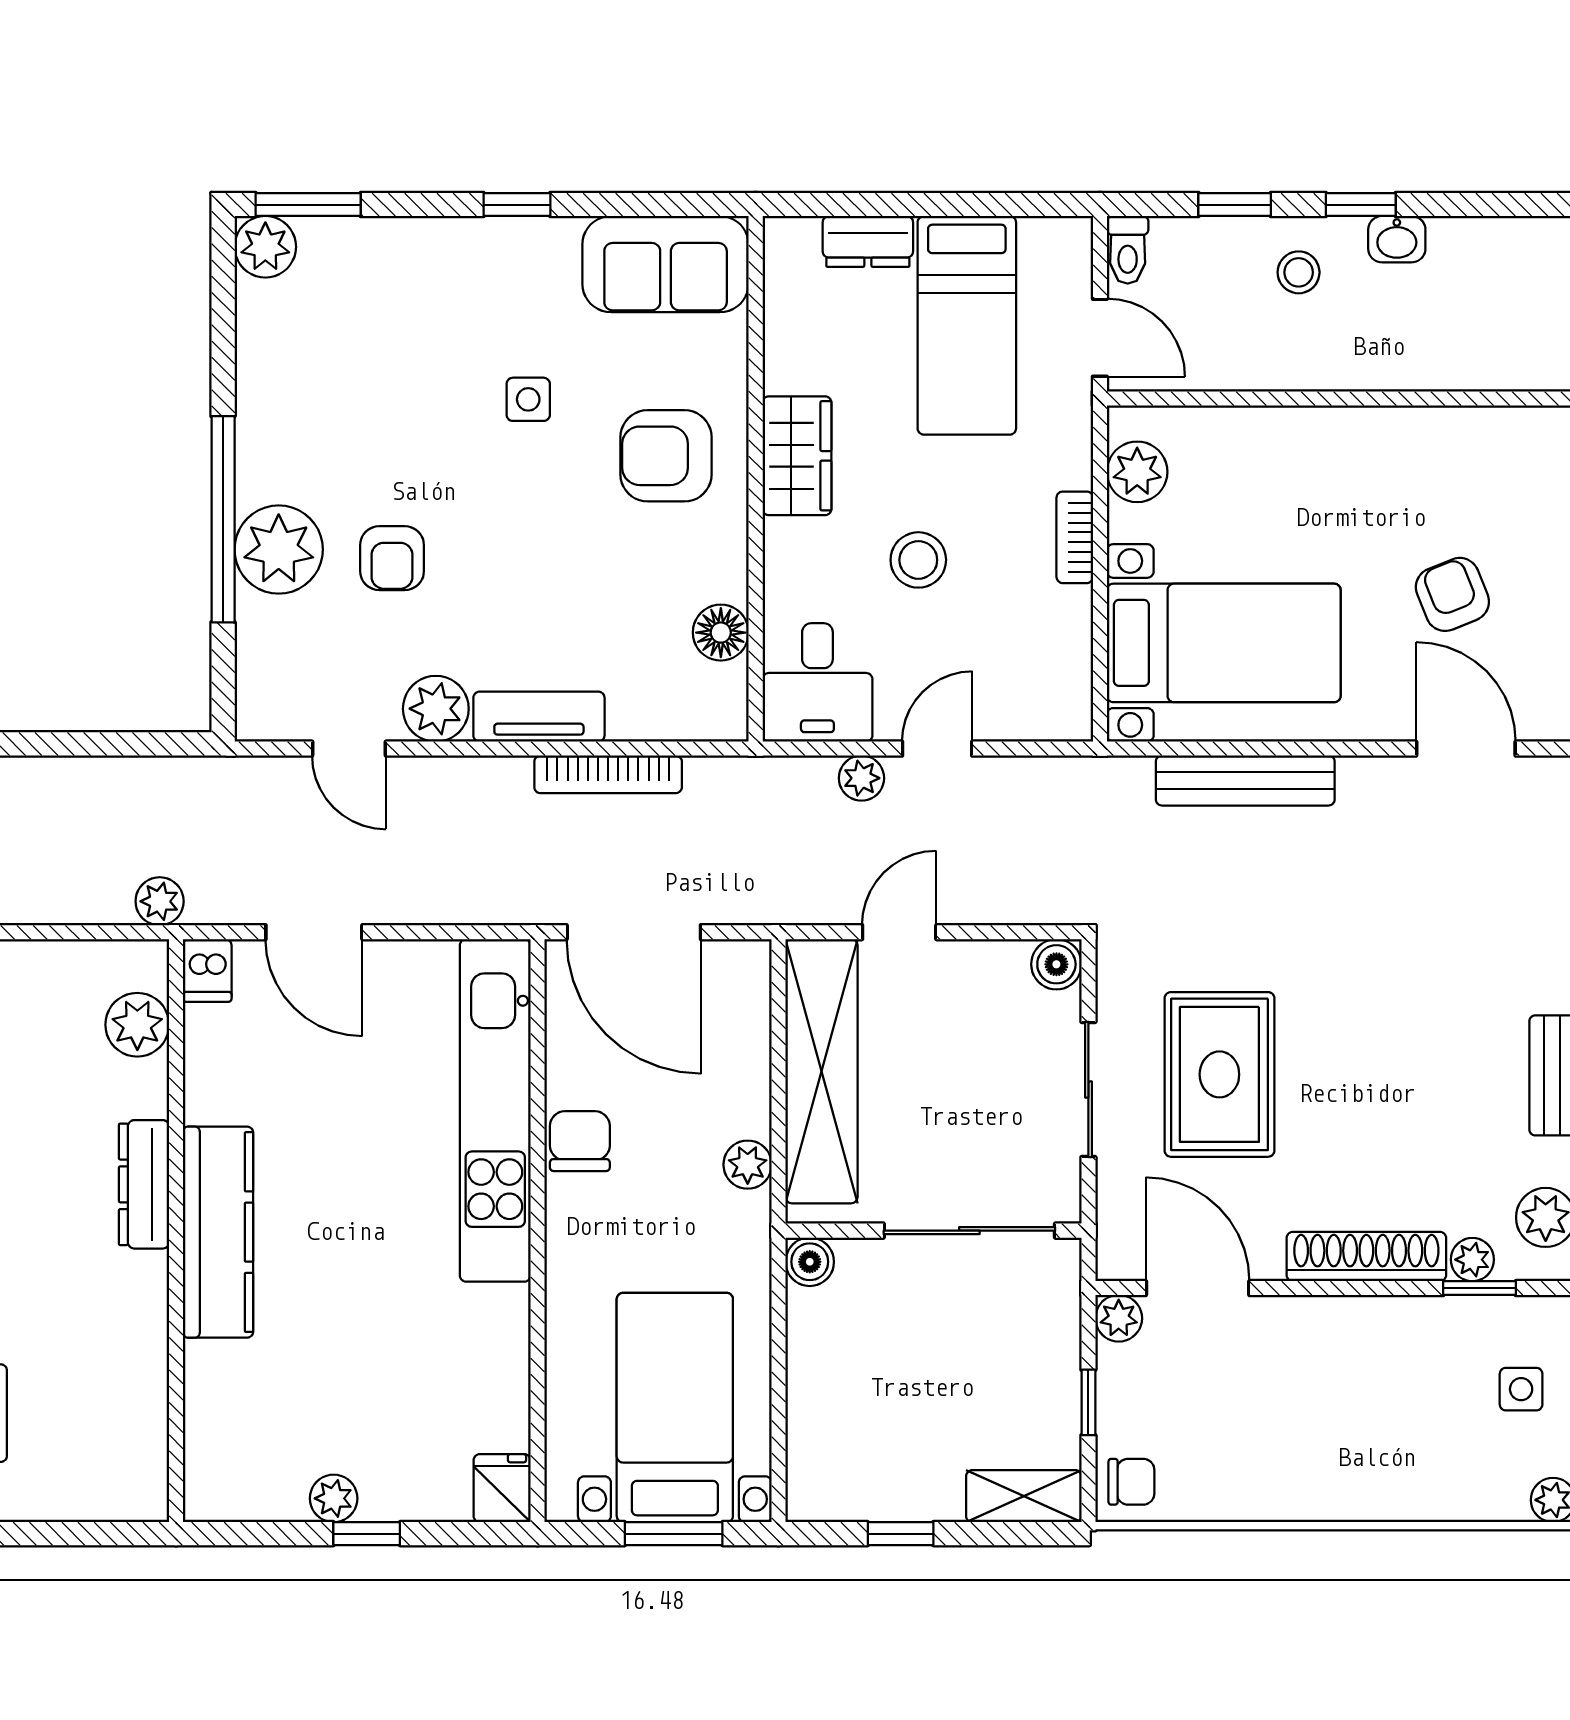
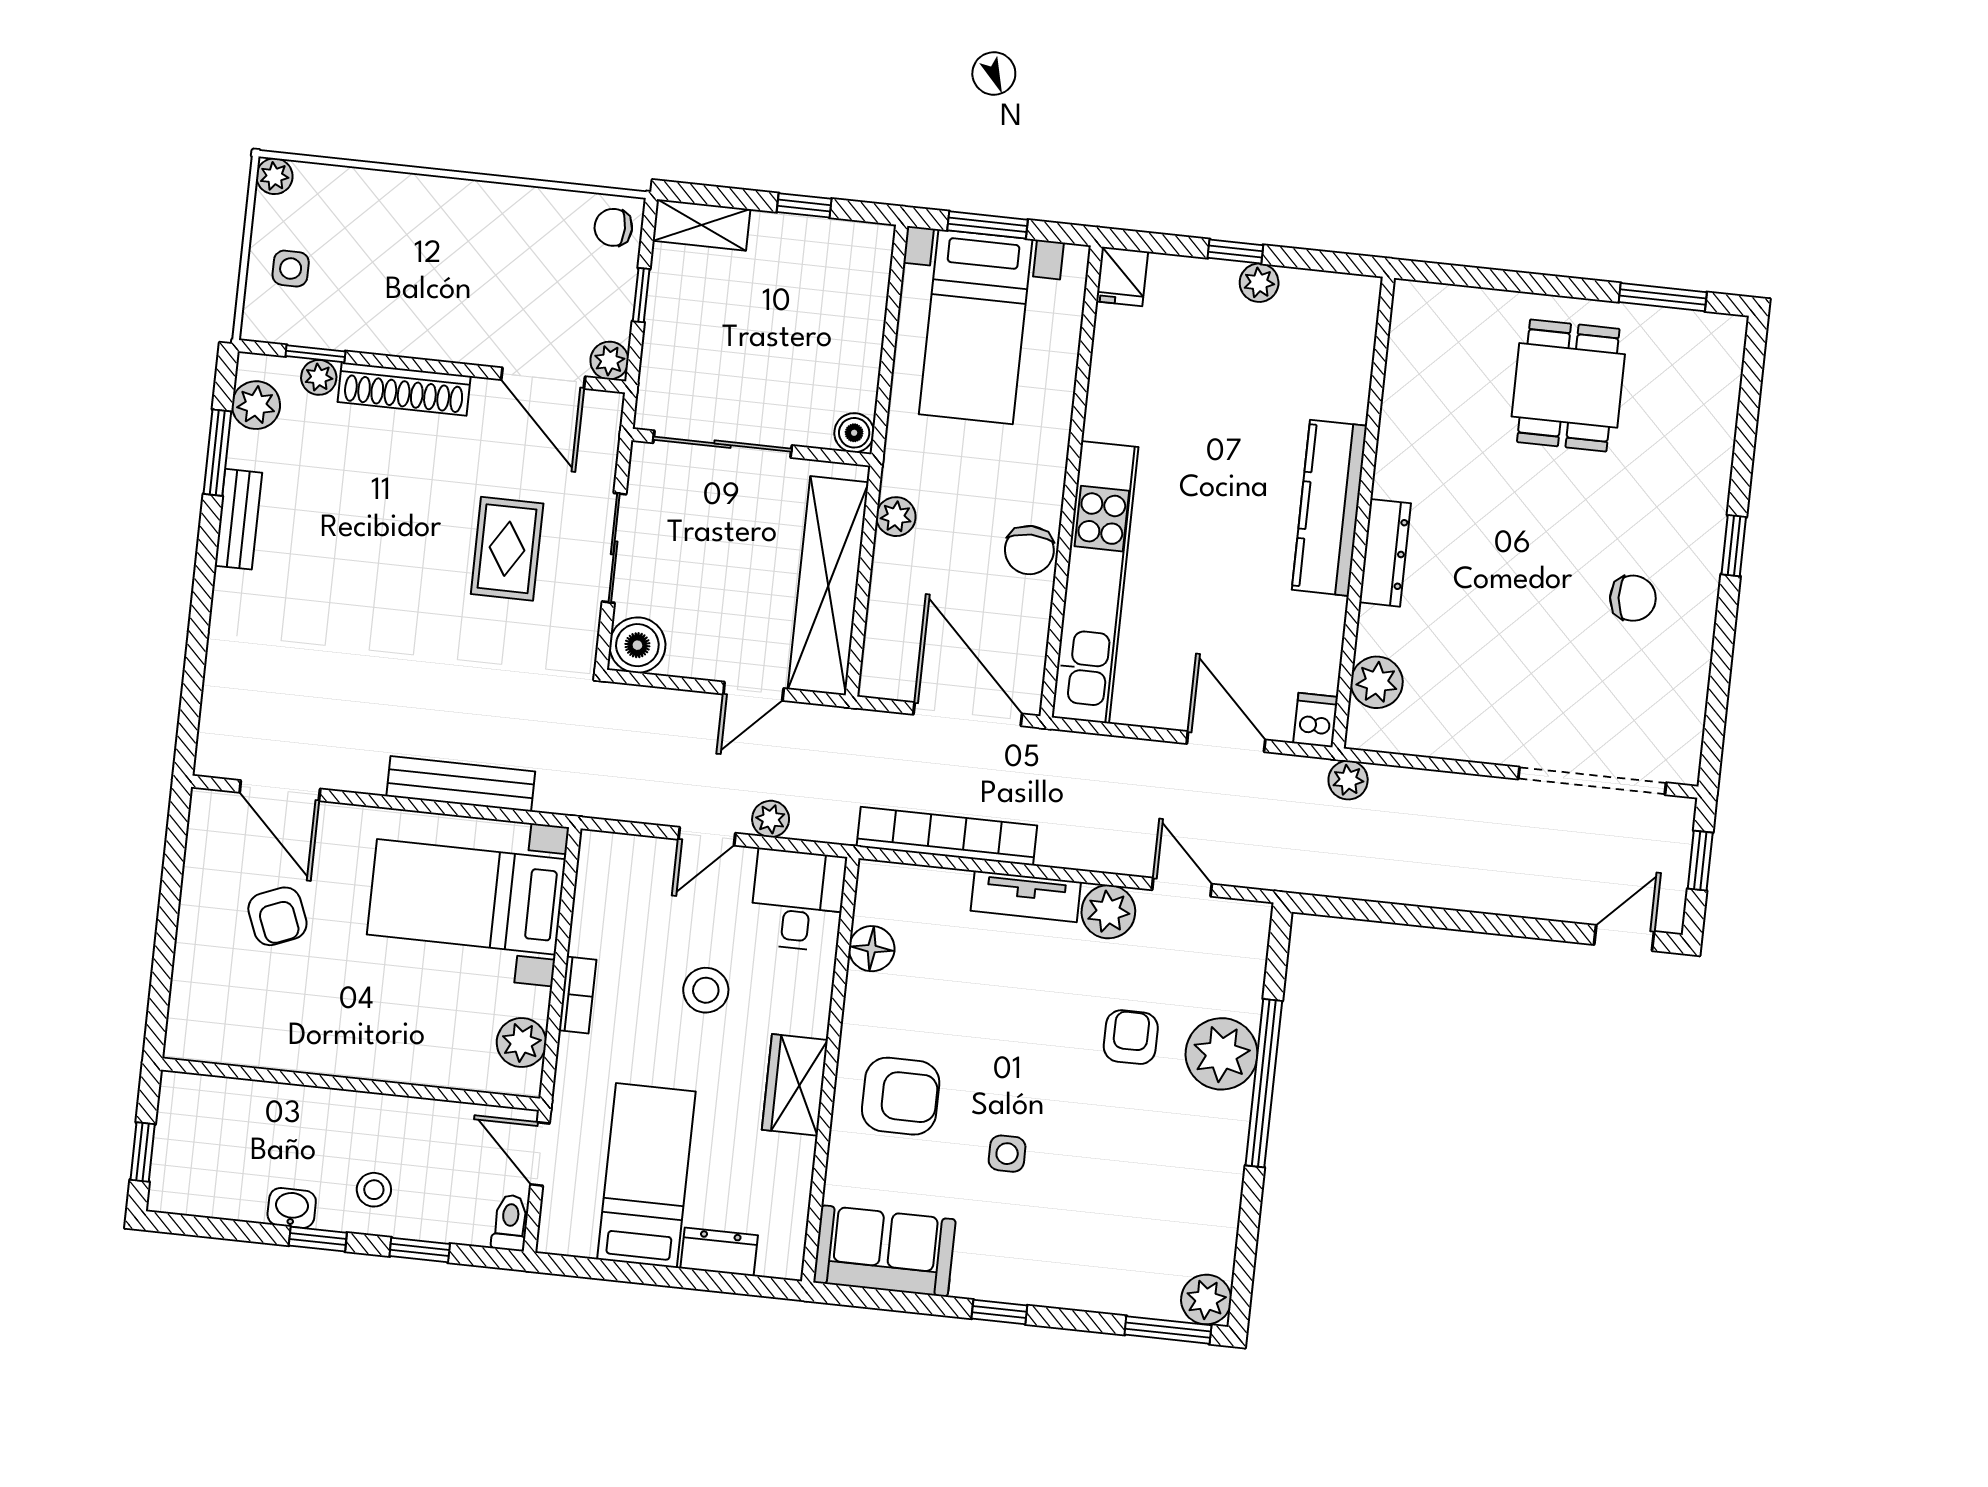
bookcase: (608, 774) -> (947, 836), width x1.48, depth x1.31
boiler: (1056, 964) -> (637, 645), width x1.36, depth x1.36
rug: (1219, 1074) -> (507, 549), width x0.73, depth x0.70

